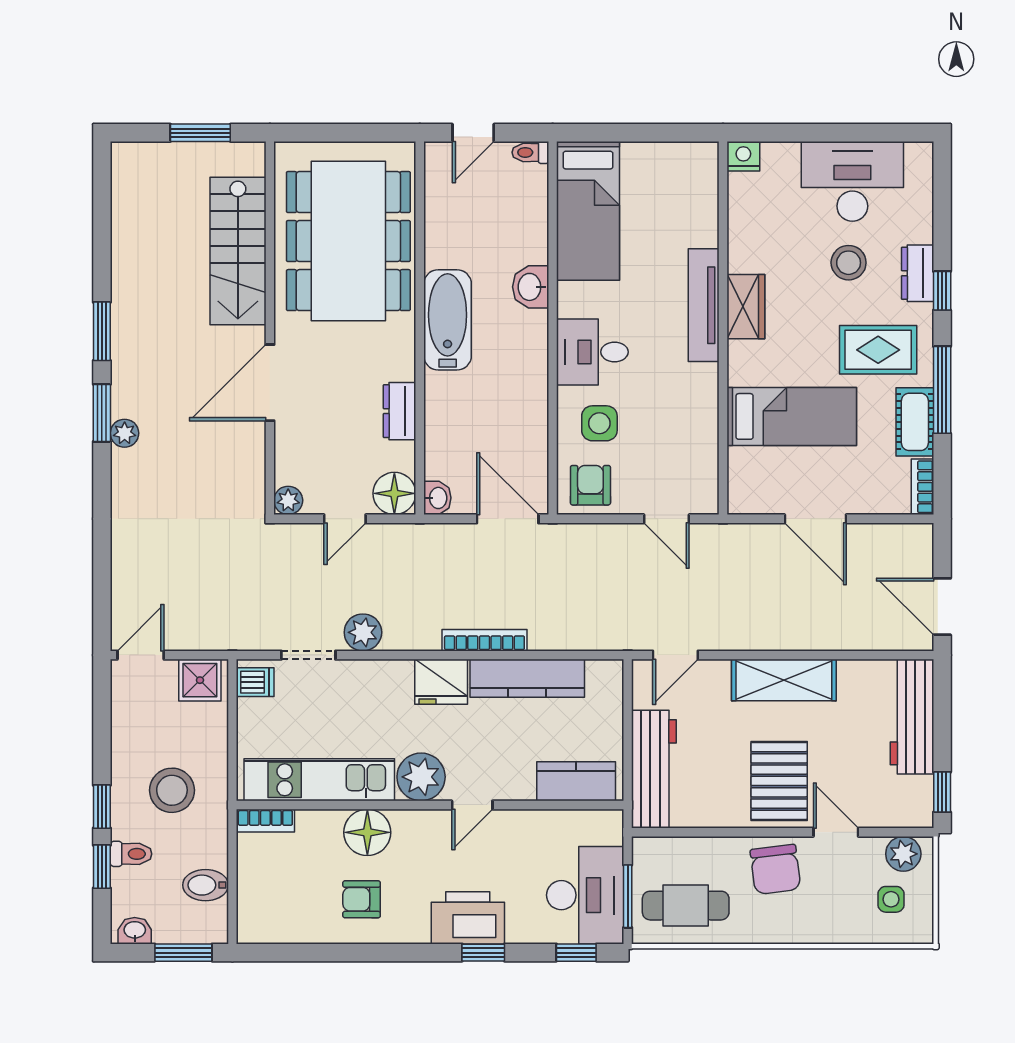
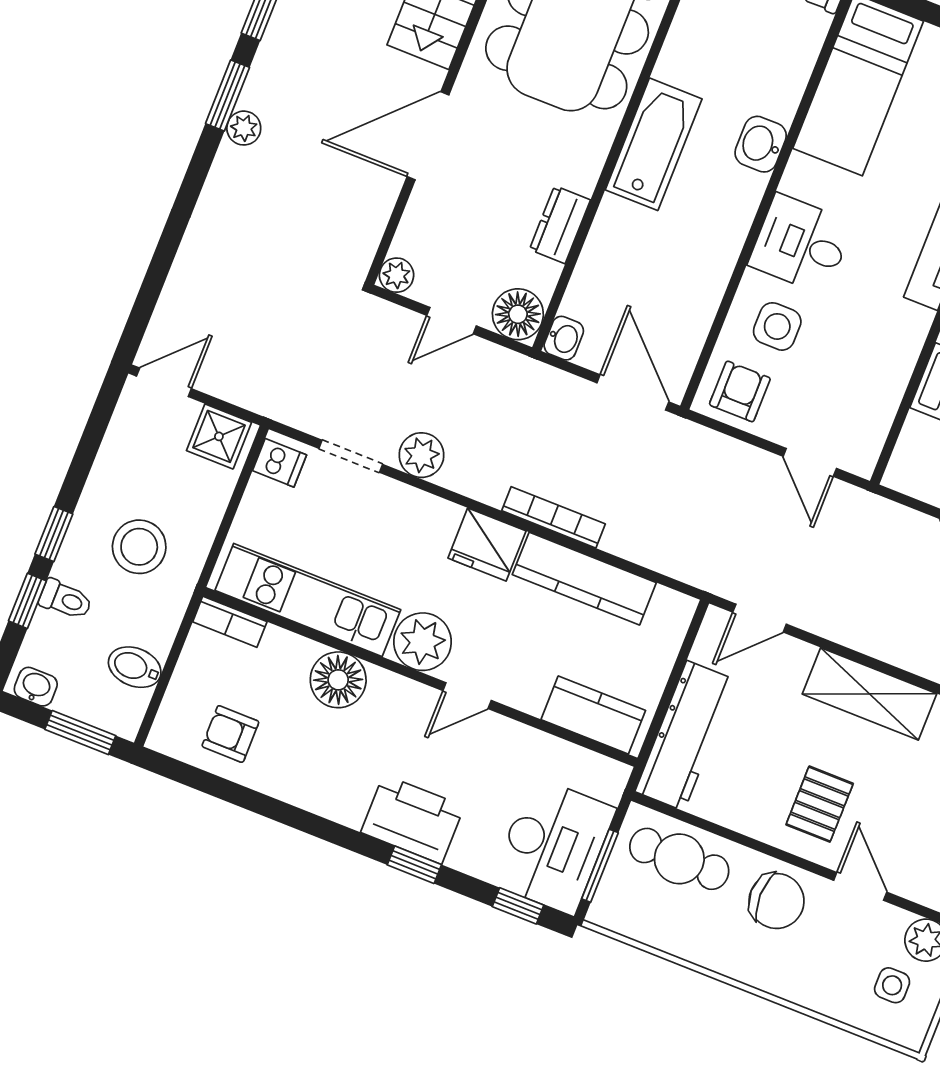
pallet: (779, 781) -> (820, 804), width x0.67, depth x0.71
chair: (775, 869) -> (777, 901), turned -83
armchair: (362, 899) -> (230, 734), moved
cafe table: (686, 906) -> (679, 859), moved

